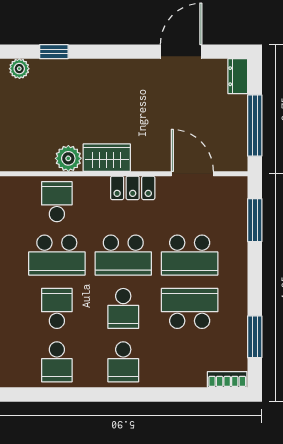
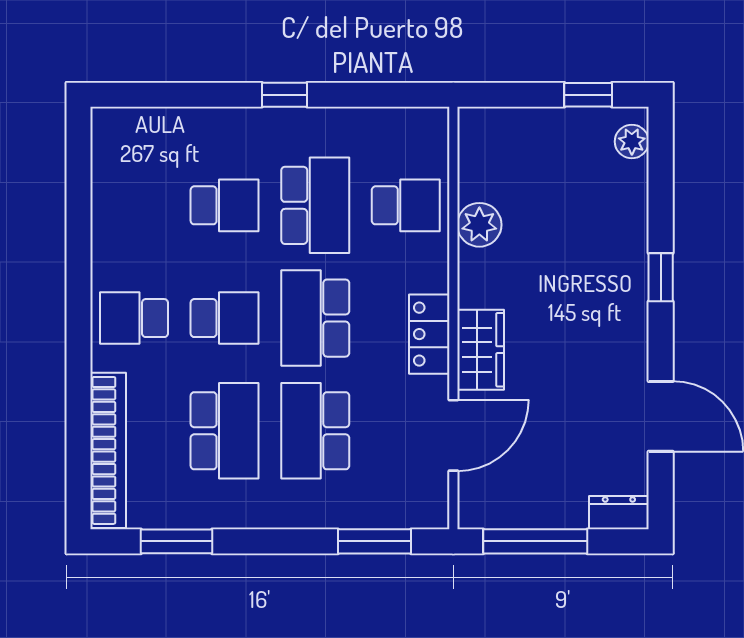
window: (54, 52) -> (661, 277), moved
wardrobe: (107, 158) -> (481, 350), moved
school desk: (57, 255) -> (315, 205), turned 180
school desk: (123, 308) -> (225, 318), turned 180
school desk: (57, 362) -> (134, 205), removed
bookcase: (227, 380) -> (108, 450), width x2.31, depth x1.31

